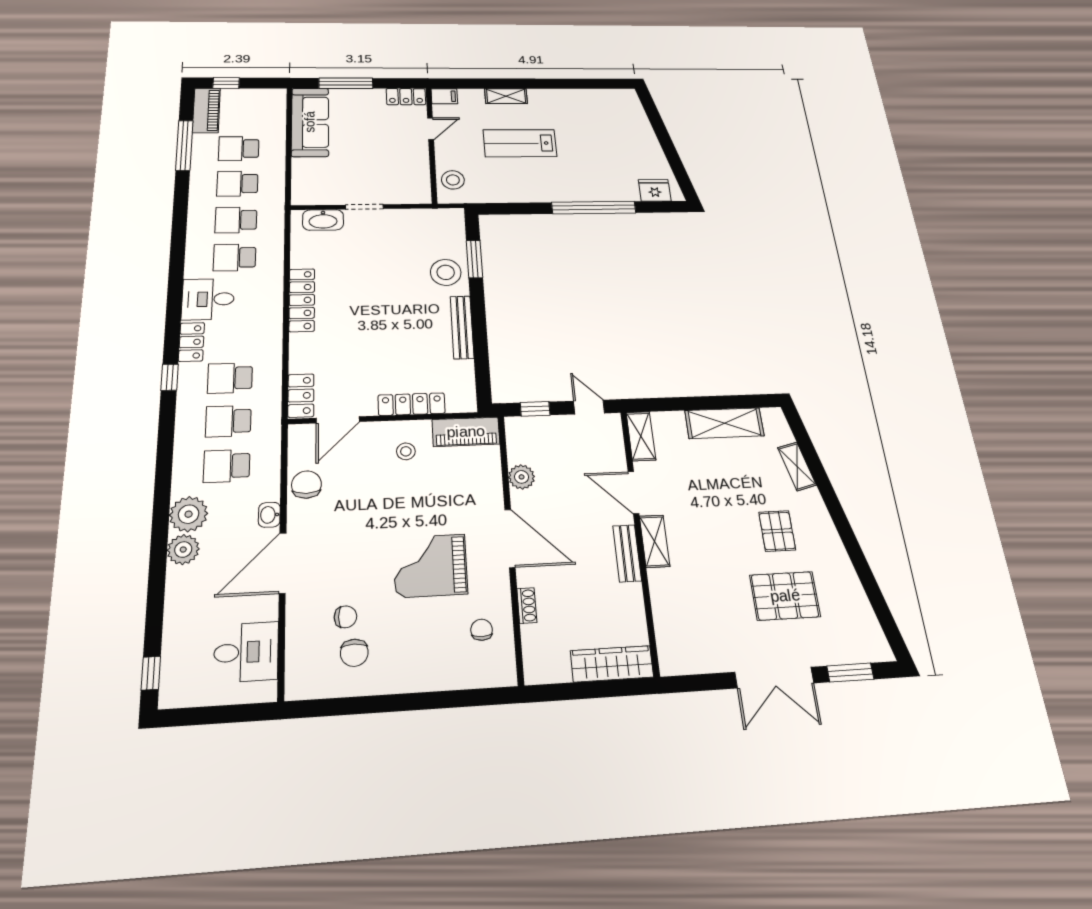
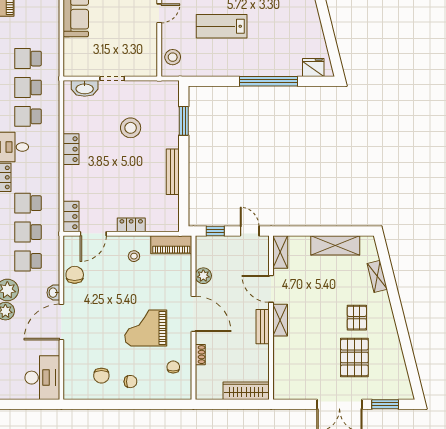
school desk: (239, 149) -> (28, 30), removed
stool: (446, 272) -> (131, 128), moved
locker: (302, 300) -> (71, 149), width x0.66
locker: (412, 404) -> (131, 225), width x0.66
pallet: (785, 596) -> (354, 357), turned 90
chair: (345, 617) -> (130, 382), moved
desk: (246, 652) -> (42, 378), width x1.37

